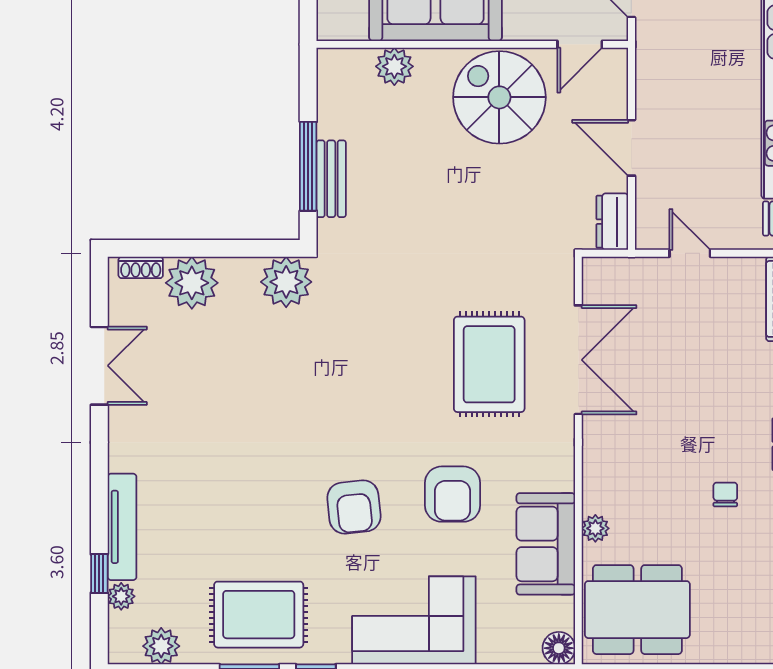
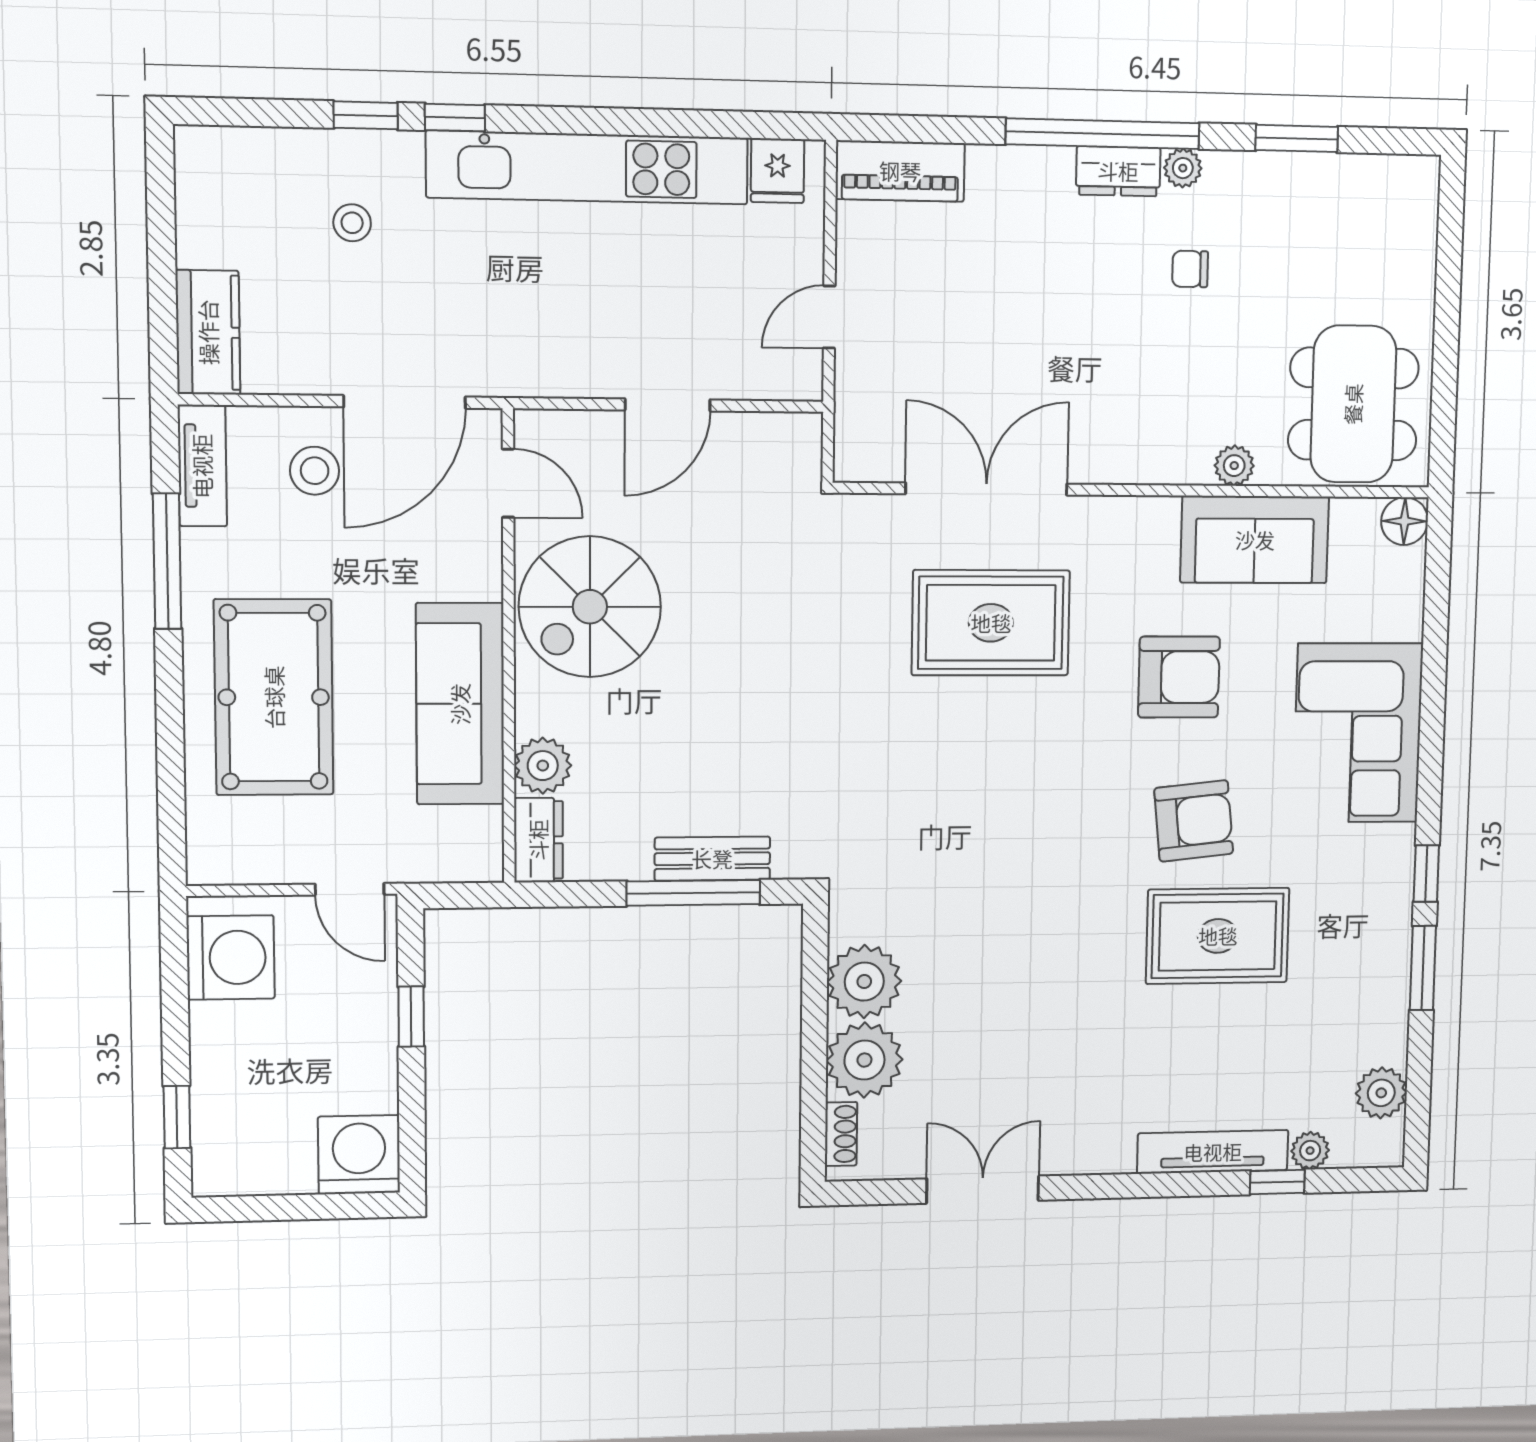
dresser: (612, 222) -> (538, 840), moved, turned -90
plant: (286, 282) -> (864, 982), moved
rug: (259, 615) -> (1218, 936), moved, turned 90

